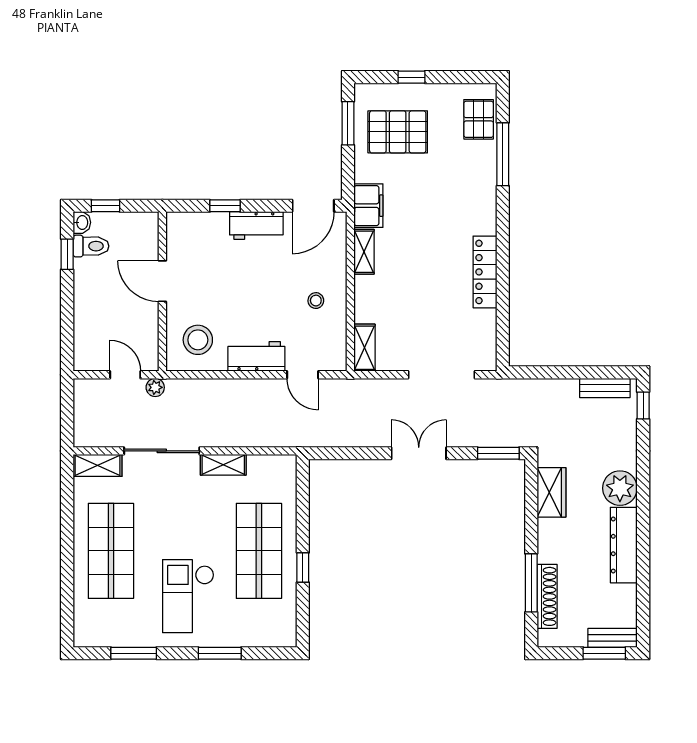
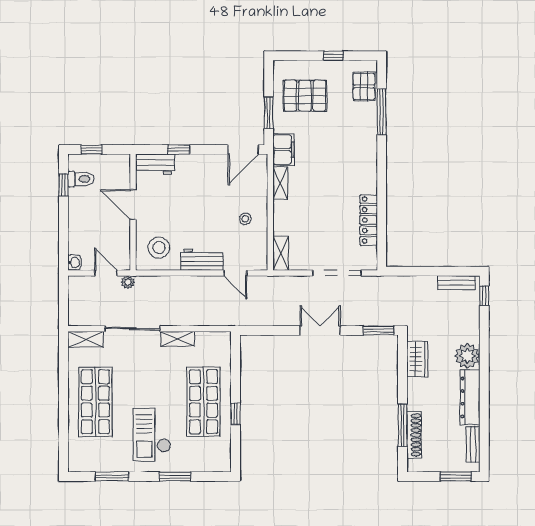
window: (411, 77) -> (333, 56), moved
window: (348, 123) -> (269, 113), moved
washbasin: (82, 222) -> (74, 263), moved
workbench: (256, 225) -> (155, 164), moved
locker: (485, 272) -> (369, 220), moved
bench: (613, 638) -> (473, 444), moved, turned 90

